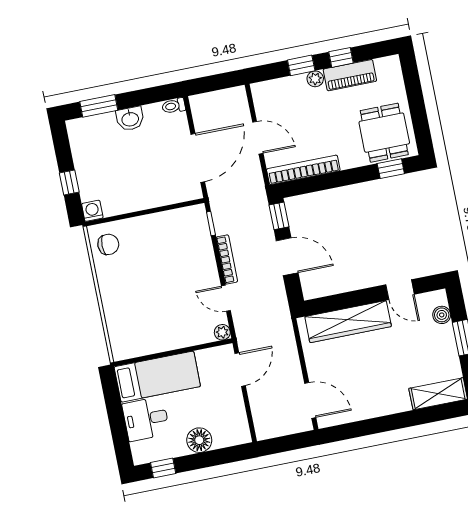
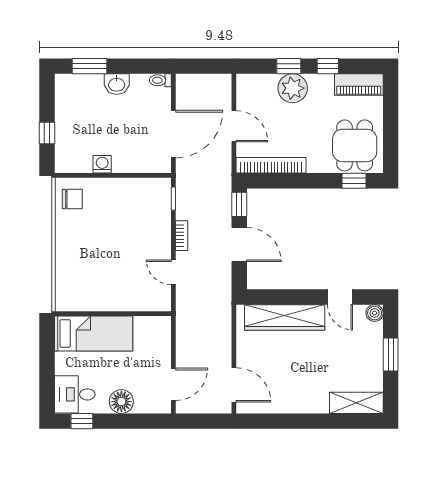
piano: (350, 75) -> (359, 84), moved
plant: (315, 79) -> (293, 88), width x1.88, depth x1.88
washing machine: (92, 211) -> (102, 164), moved
bookcase: (227, 259) -> (182, 236), width x0.64
boiler: (442, 315) -> (375, 313), moved
plant: (222, 332) -> (164, 304), removed
door: (240, 369) -> (173, 384), moved
desk: (146, 419) -> (75, 394), moved

